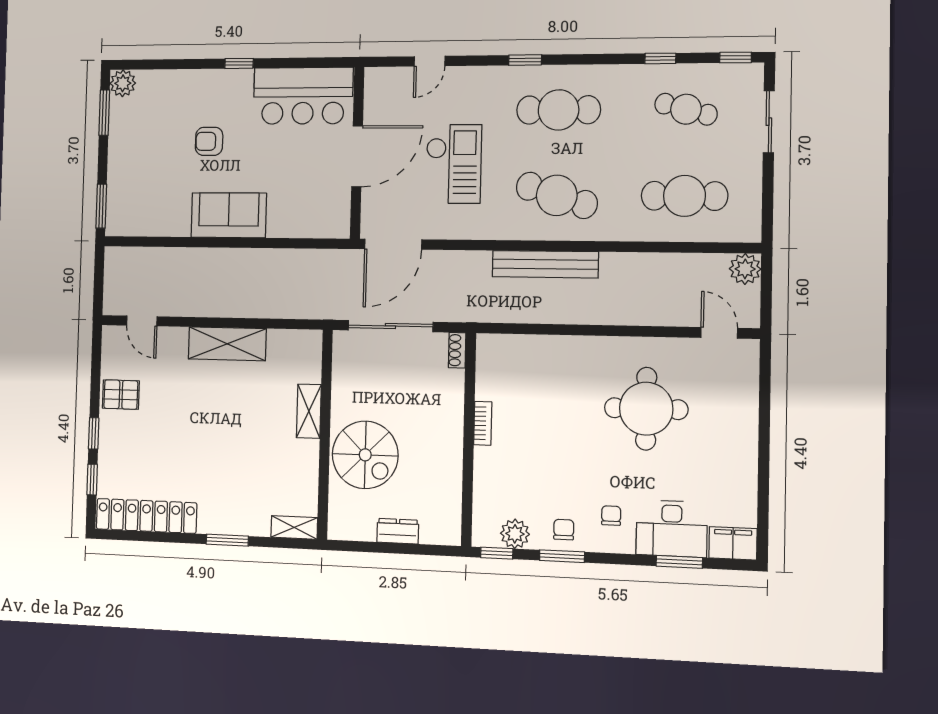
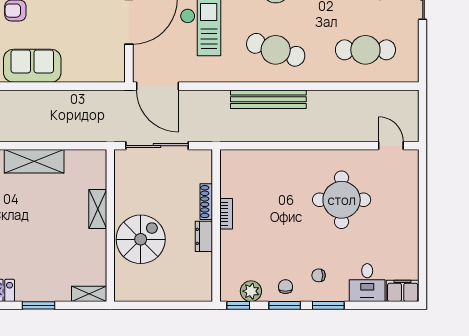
door: (393, 244) -> (157, 86), hinge flipped
plant: (745, 269) -> (408, 101), removed
shoe rack: (457, 350) -> (206, 202), moved, width x1.43
spiral stairs: (365, 455) -> (141, 239), turned -90
chair: (611, 516) -> (319, 275), turned -90
desk: (672, 529) -> (367, 283), width x0.73
dresser: (398, 531) -> (204, 236), moved, turned -90
window: (679, 562) -> (328, 305), moved

